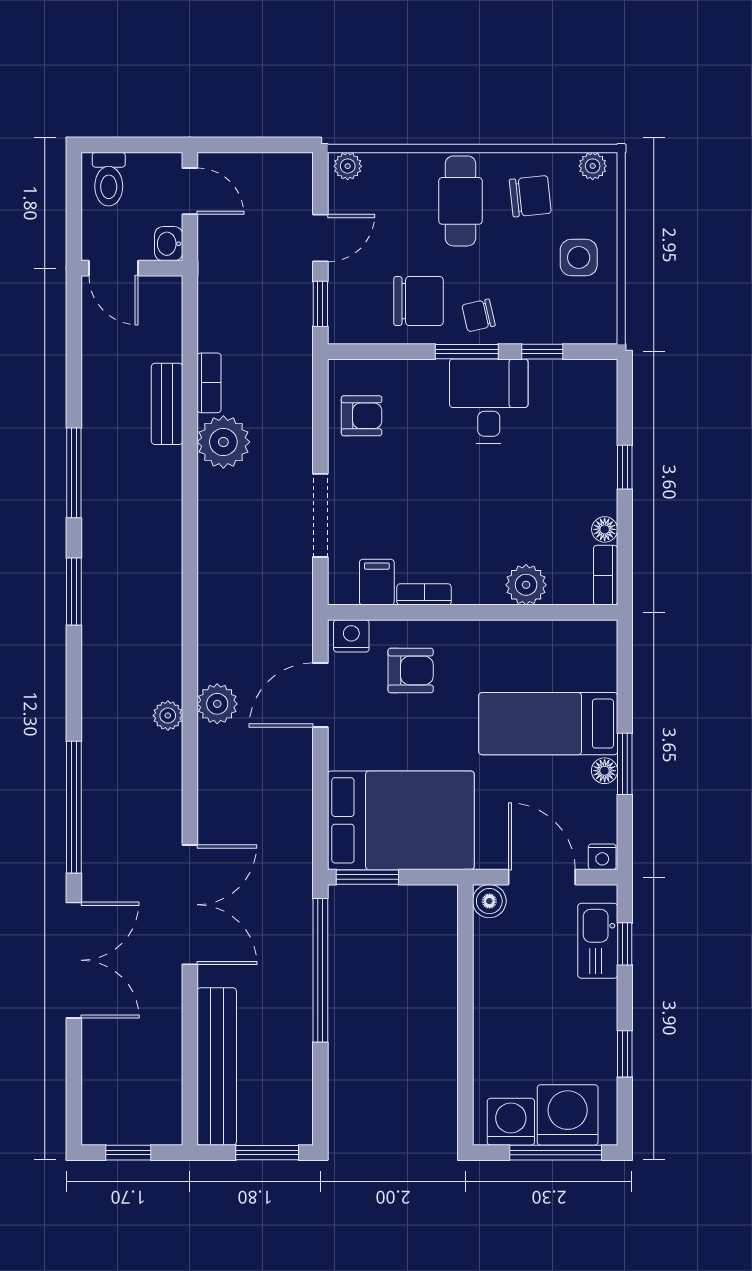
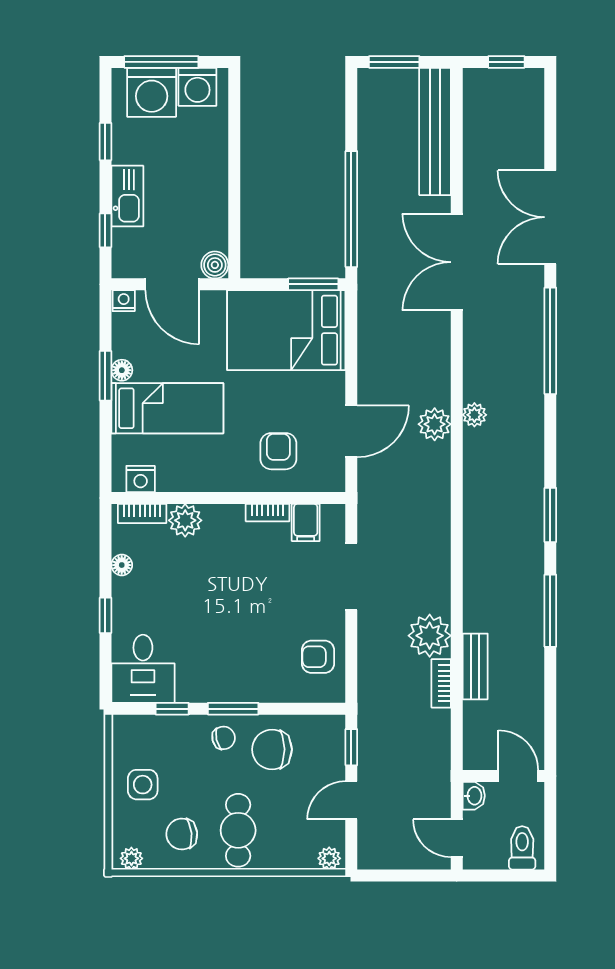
desk: (489, 401) -> (143, 669), moved
bookcase: (606, 575) -> (142, 514), moved, turned 90
nightstand: (351, 636) -> (141, 479), moved
armchair: (411, 670) -> (278, 451), turned 90
kitchen sink: (598, 941) -> (127, 196), moved

